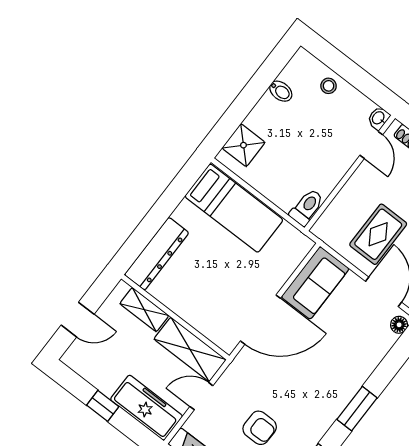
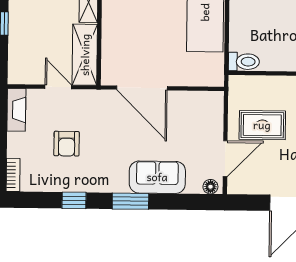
sofa: (315, 283) -> (157, 177), moved, turned 180
freezer: (146, 408) -> (22, 55), removed

